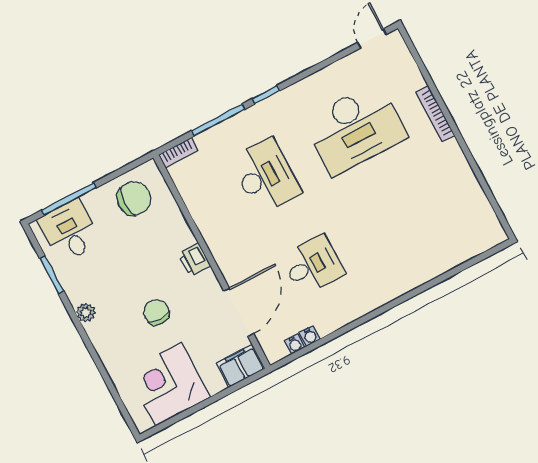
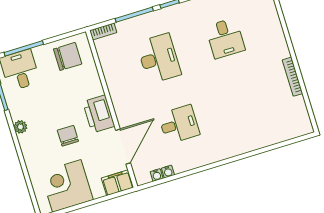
bookcase: (435, 114) -> (293, 77), moved
desk: (355, 129) -> (225, 38), width x0.53, depth x0.77
printer: (194, 260) -> (99, 114), width x1.87, depth x1.48

